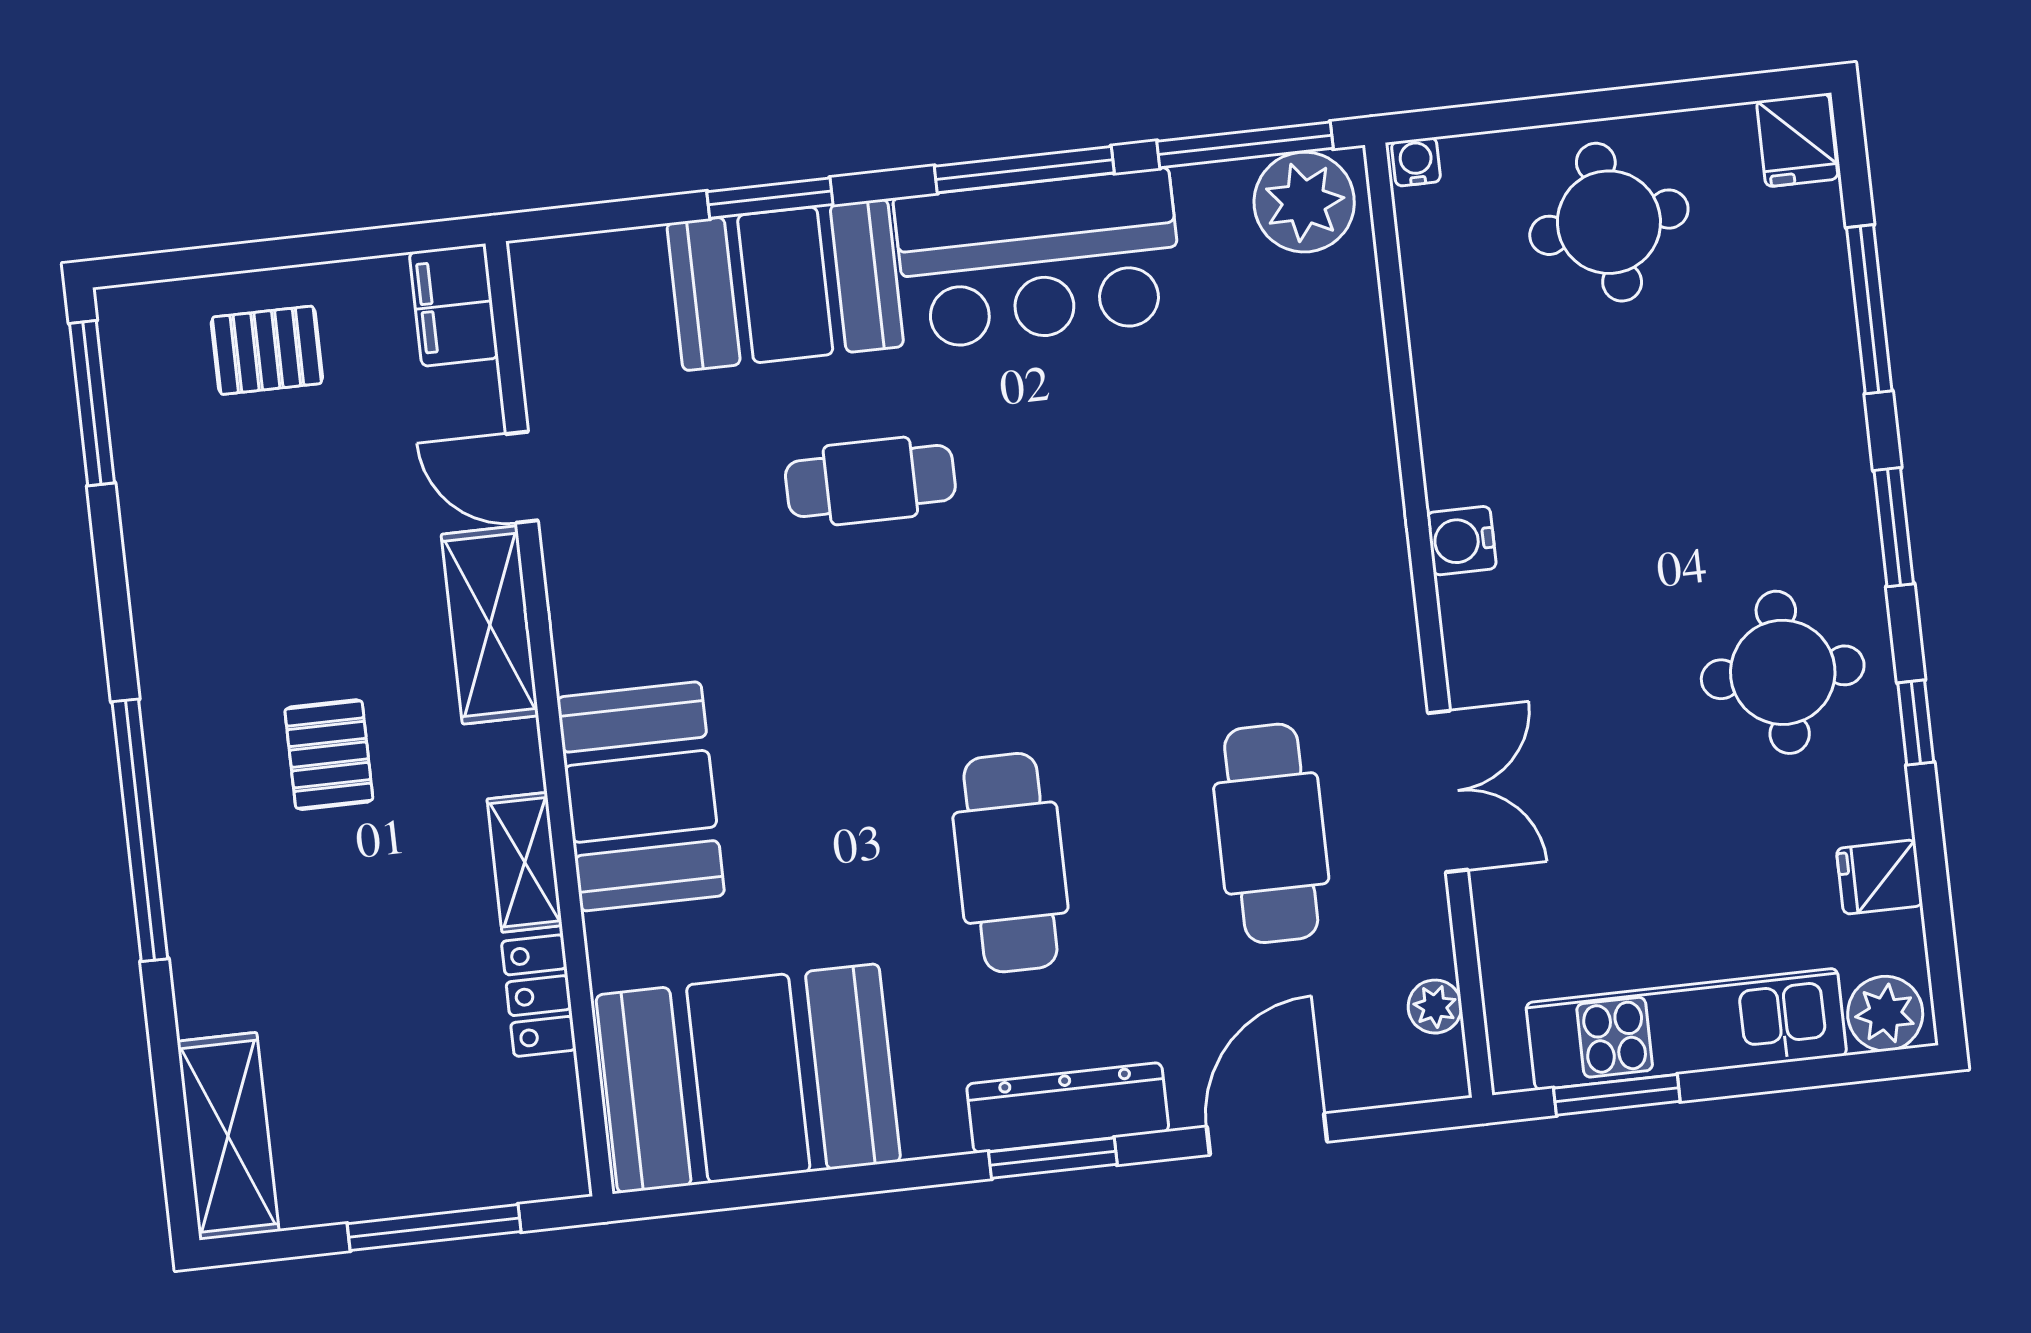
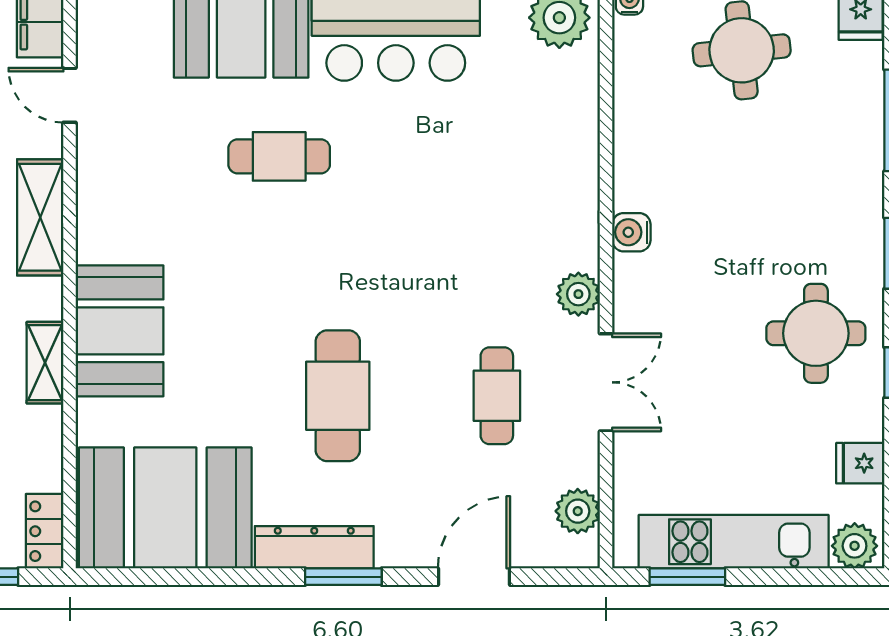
door: (522, 477) -> (70, 95), moved
plant: (1386, 652) -> (578, 294), added
cafe table: (1271, 833) -> (497, 396), width x0.73, depth x0.74
locker: (539, 996) -> (45, 531), moved
plant: (1435, 1007) -> (578, 511), width x1.38, depth x1.38
dresser: (1068, 1108) -> (314, 547), moved

